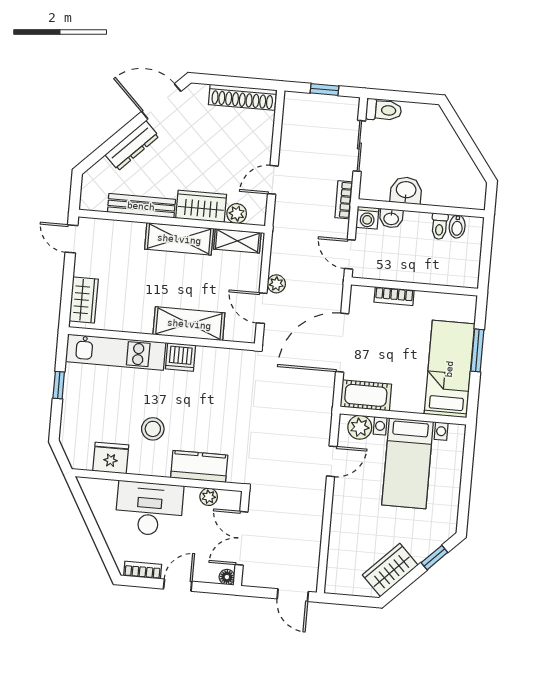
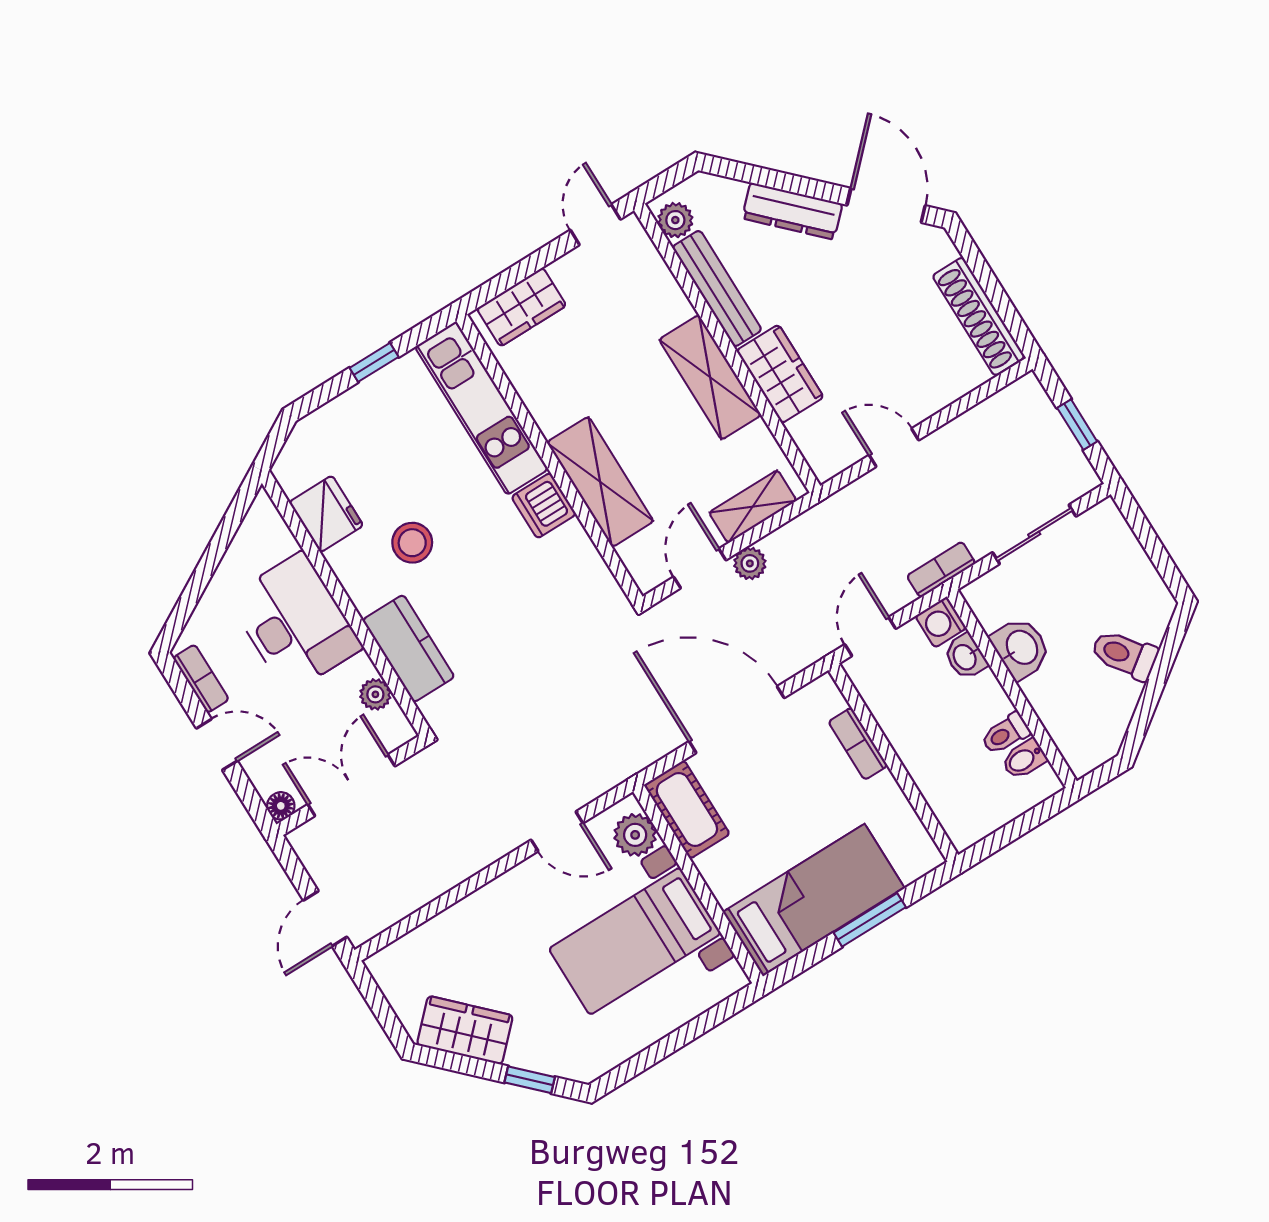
toilet: (384, 110) -> (1124, 655), moved, turned 143
plant: (237, 214) -> (675, 220), moved
shelving: (237, 241) -> (753, 507), moved, turned 90

